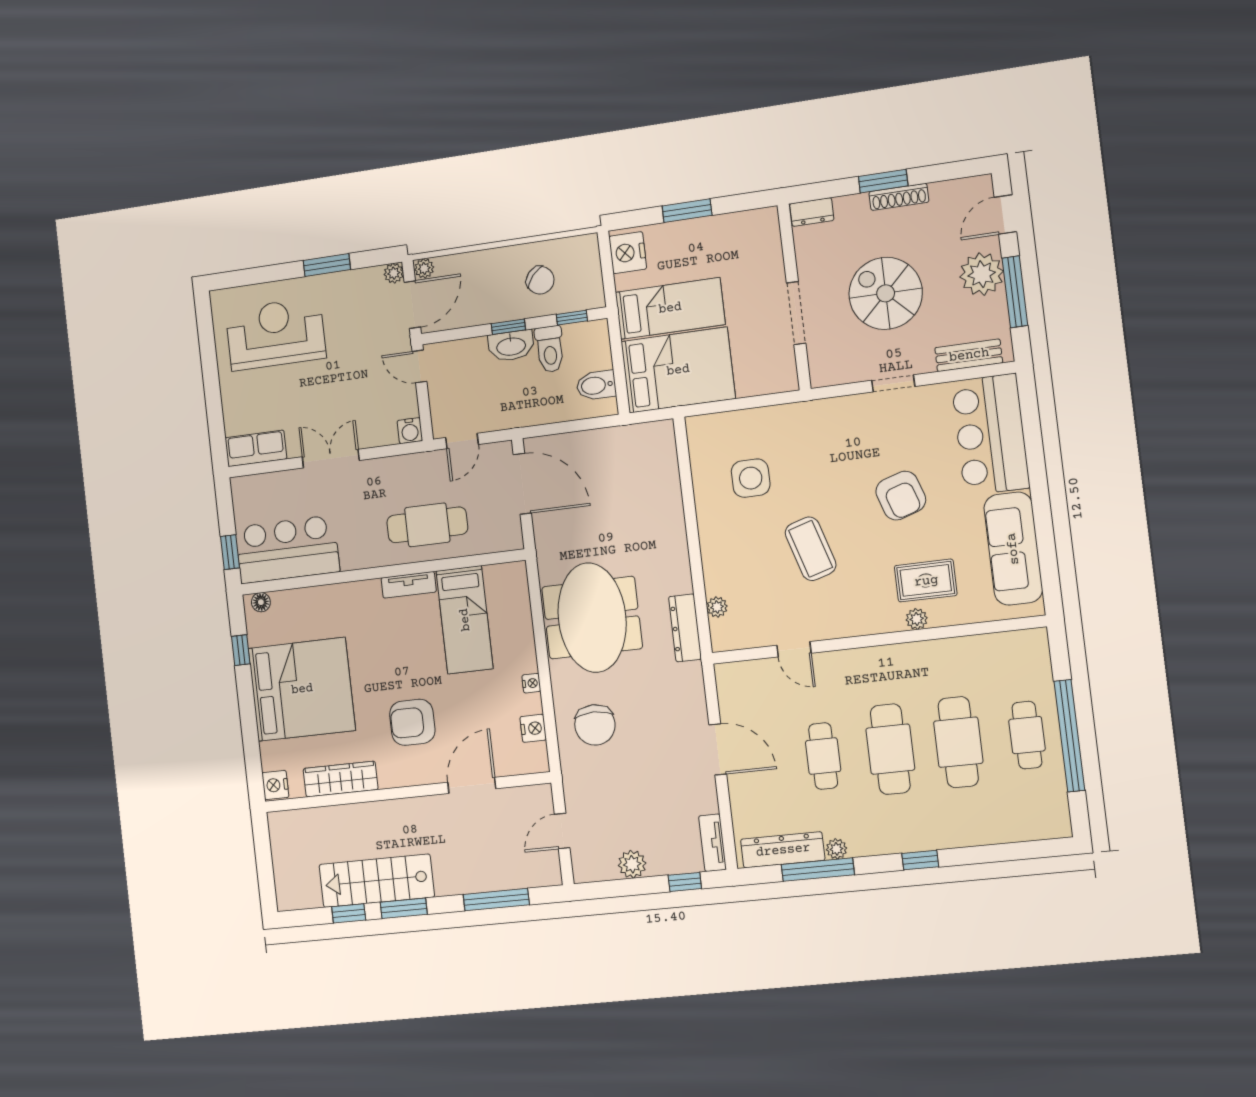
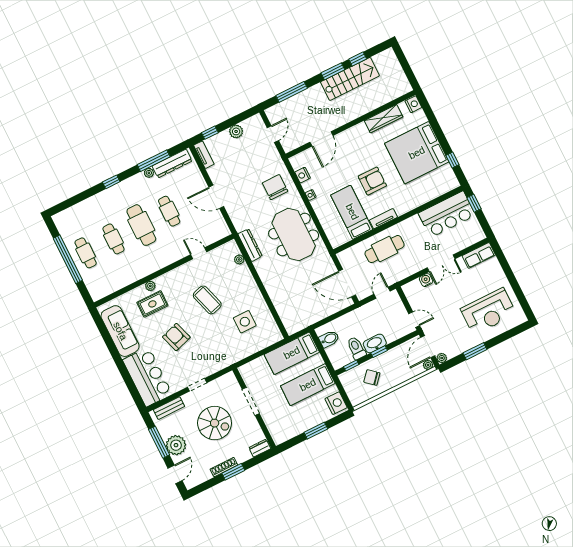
bed: (678, 370) -> (292, 353), width x0.67
water cooler: (410, 431) -> (426, 280), moved
floor lamp: (261, 602) -> (451, 186), removed
armchair: (412, 722) -> (372, 181), moved
cafe table: (958, 742) -> (113, 239), width x0.73, depth x0.74

